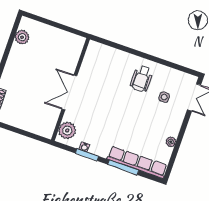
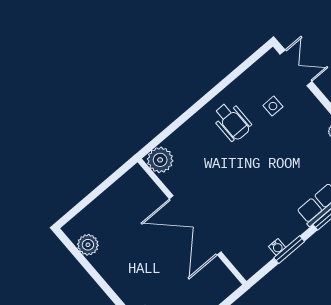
double door: (69, 92) -> (195, 225), width x1.36
plant: (67, 130) -> (160, 160), moved

